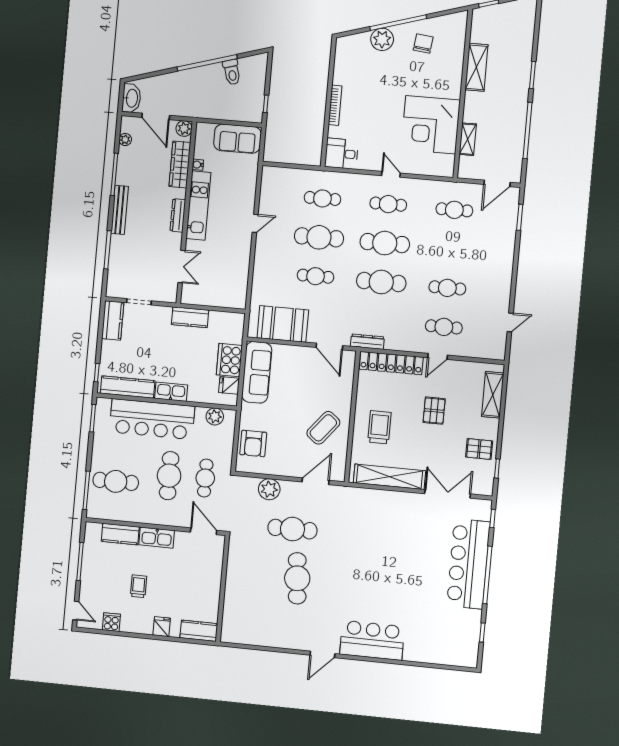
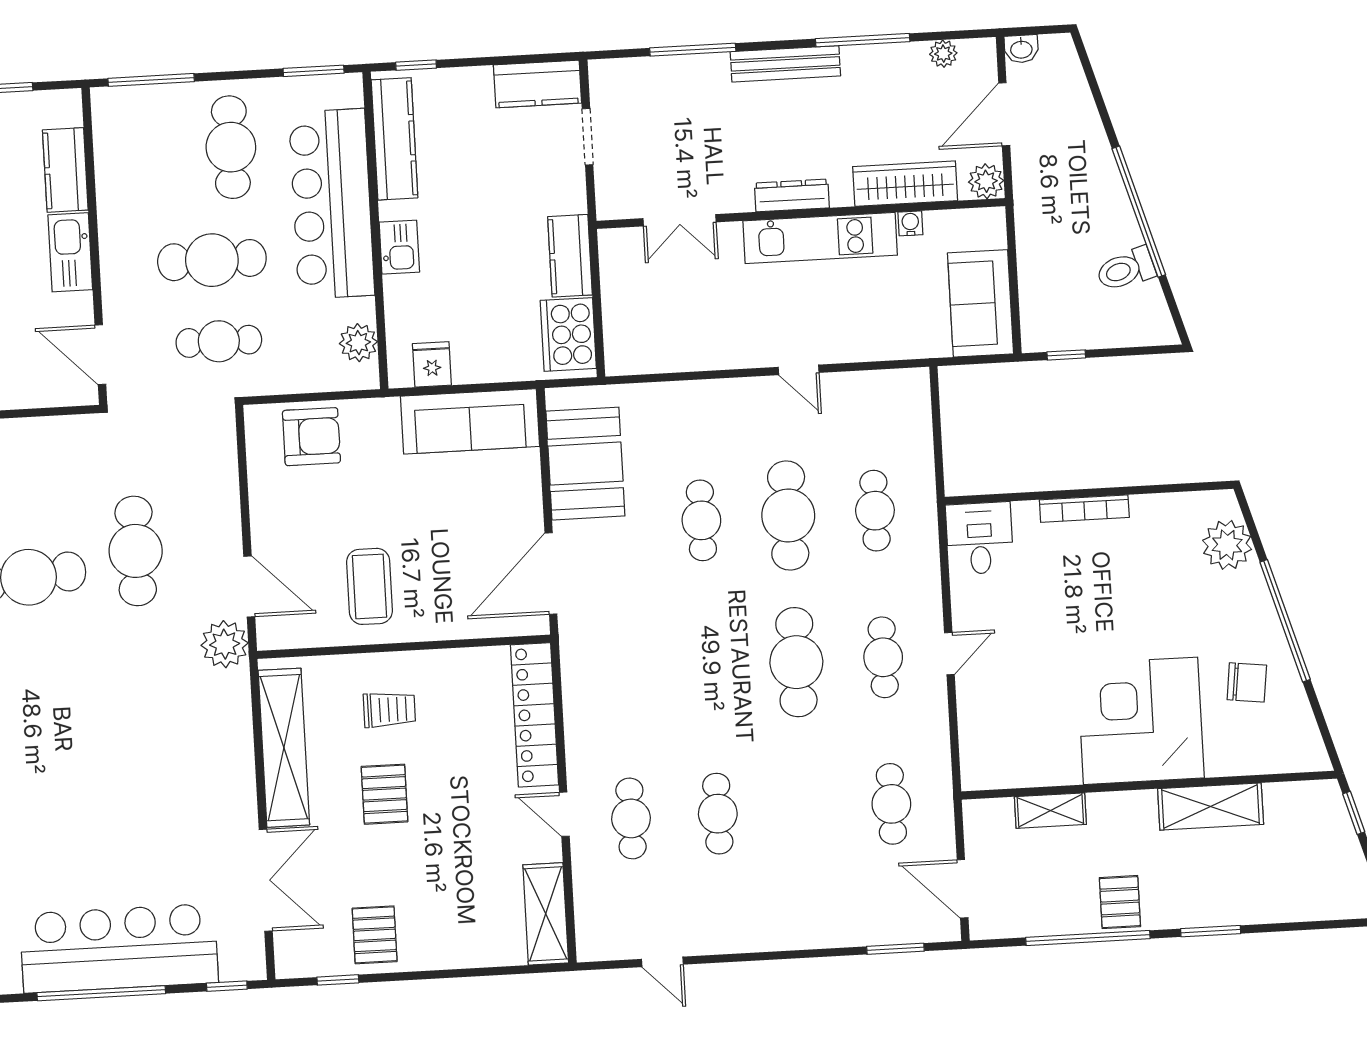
plant: (382, 39) -> (1227, 545), moved
washbasin: (131, 98) -> (1021, 49), width x0.52, depth x0.69
pallet: (513, 114) -> (1120, 902), added
corner desk: (431, 125) -> (1141, 721), moved
cafe table: (381, 282) -> (710, 667), removed
dresser: (367, 342) -> (574, 656), removed
door: (329, 346) -> (551, 574), width x1.36
cooker: (229, 360) -> (568, 334), moved, turned -90
kitchen sink: (171, 392) -> (399, 247), width x0.73
shelving: (493, 395) -> (546, 914), moved, turned 90
pallet: (434, 411) -> (384, 794), moved, turned 90
trolley: (379, 427) -> (389, 710), width x0.73, depth x0.72
coffee table: (323, 428) -> (370, 586), turned 51
armchair: (253, 444) -> (311, 437), turned 180
cafe table: (116, 481) -> (231, 147), moved
plant: (269, 489) -> (225, 644), moved
door: (204, 531) -> (100, 355), swing flipped

